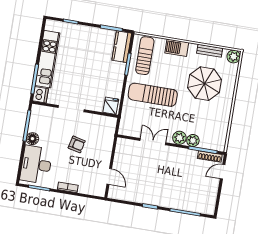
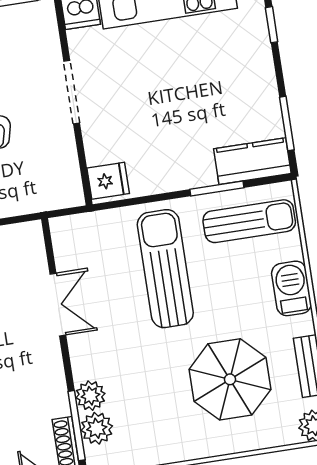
plant: (179, 138) -> (97, 428), moved

